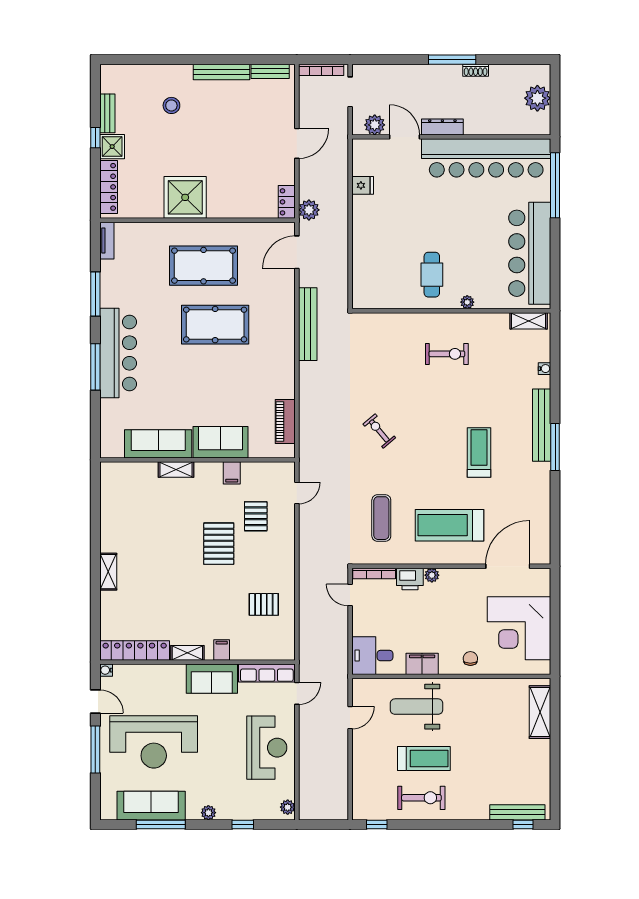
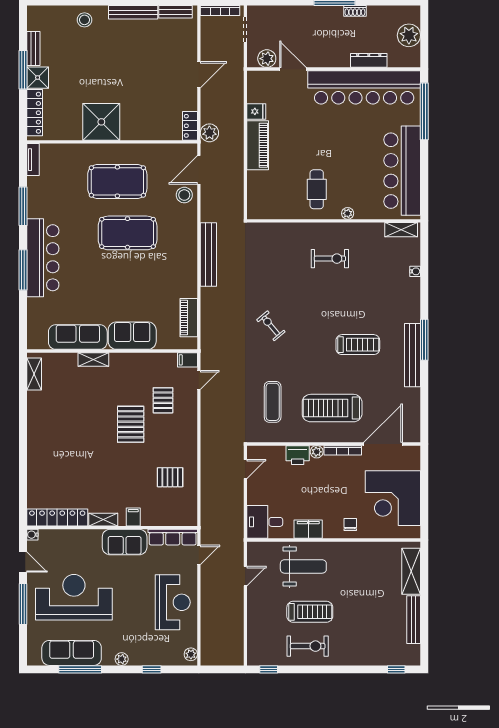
stool: (171, 105) -> (84, 20), moved
dresser: (442, 127) -> (369, 60), moved
window: (95, 138) -> (23, 70), width x2.17
piano: (364, 224) -> (258, 145), added
stool: (280, 281) -> (184, 195), added
bench: (308, 324) -> (208, 254), moved
bench: (542, 425) -> (412, 355), moved
treadmill: (479, 452) -> (358, 345), turned 90
filing cabinet: (232, 473) -> (187, 360), moved, turned 90
shelving: (108, 572) -> (34, 374), moved
bookcase: (374, 573) -> (343, 450), moved
door: (350, 595) -> (245, 469), swing flipped
weight bench: (417, 707) -> (303, 566), turned 180
reception desk: (154, 742) -> (74, 597), turned 180
bench: (517, 812) -> (414, 620), moved, turned 90

